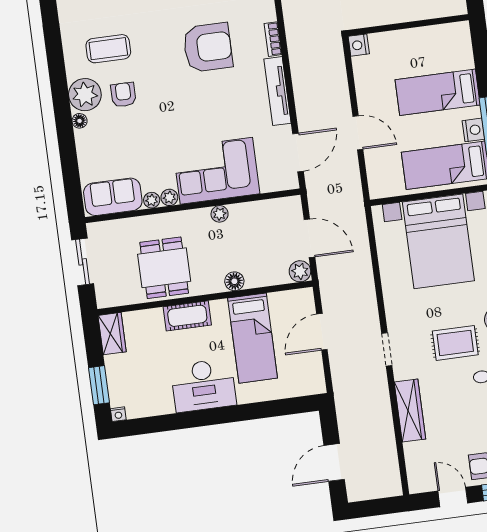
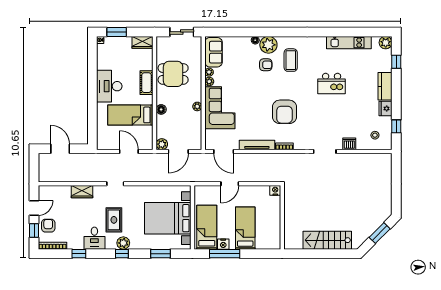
wardrobe: (410, 411) -> (82, 192), width x0.67

